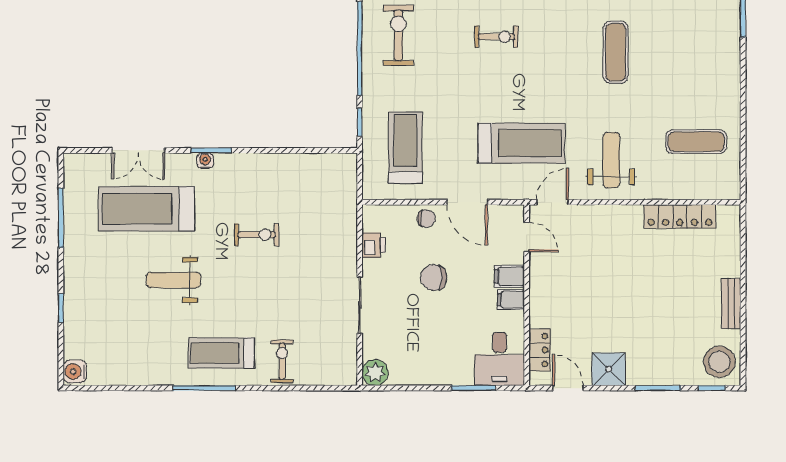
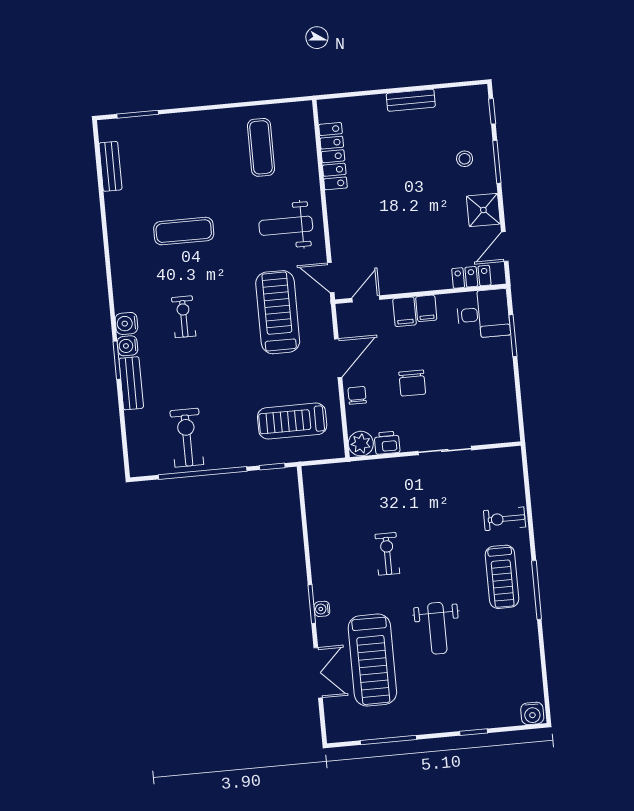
exercise bike: (398, 35) -> (187, 438), turned 90
exercise bike: (496, 37) -> (184, 317), moved
stool: (719, 362) -> (465, 159), moved, width x0.53, depth x0.53
plant: (375, 373) -> (361, 444), moved

